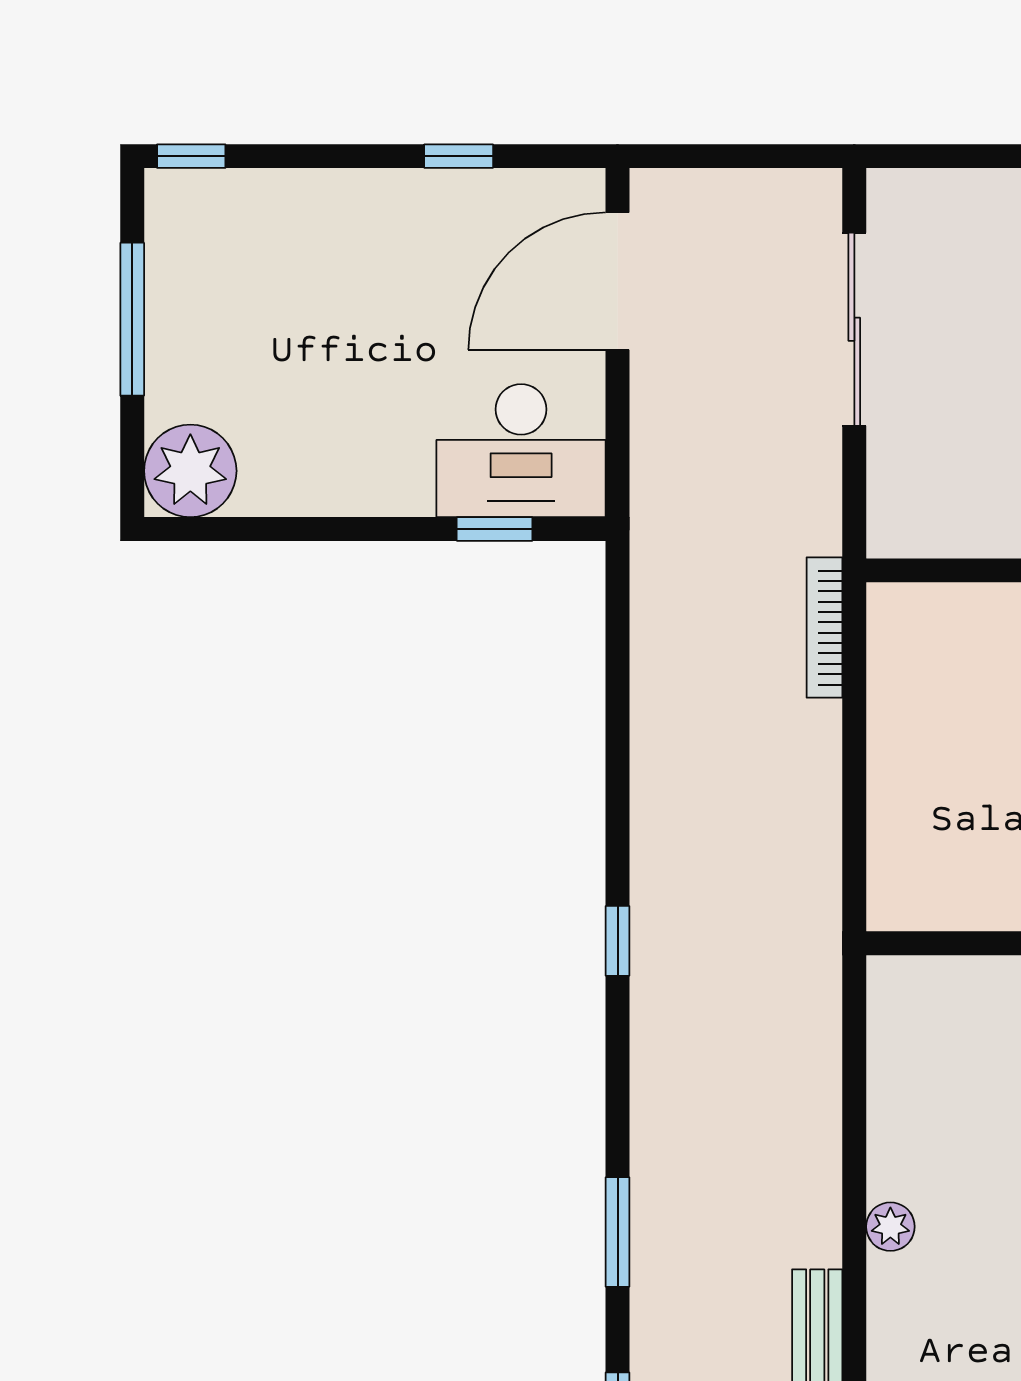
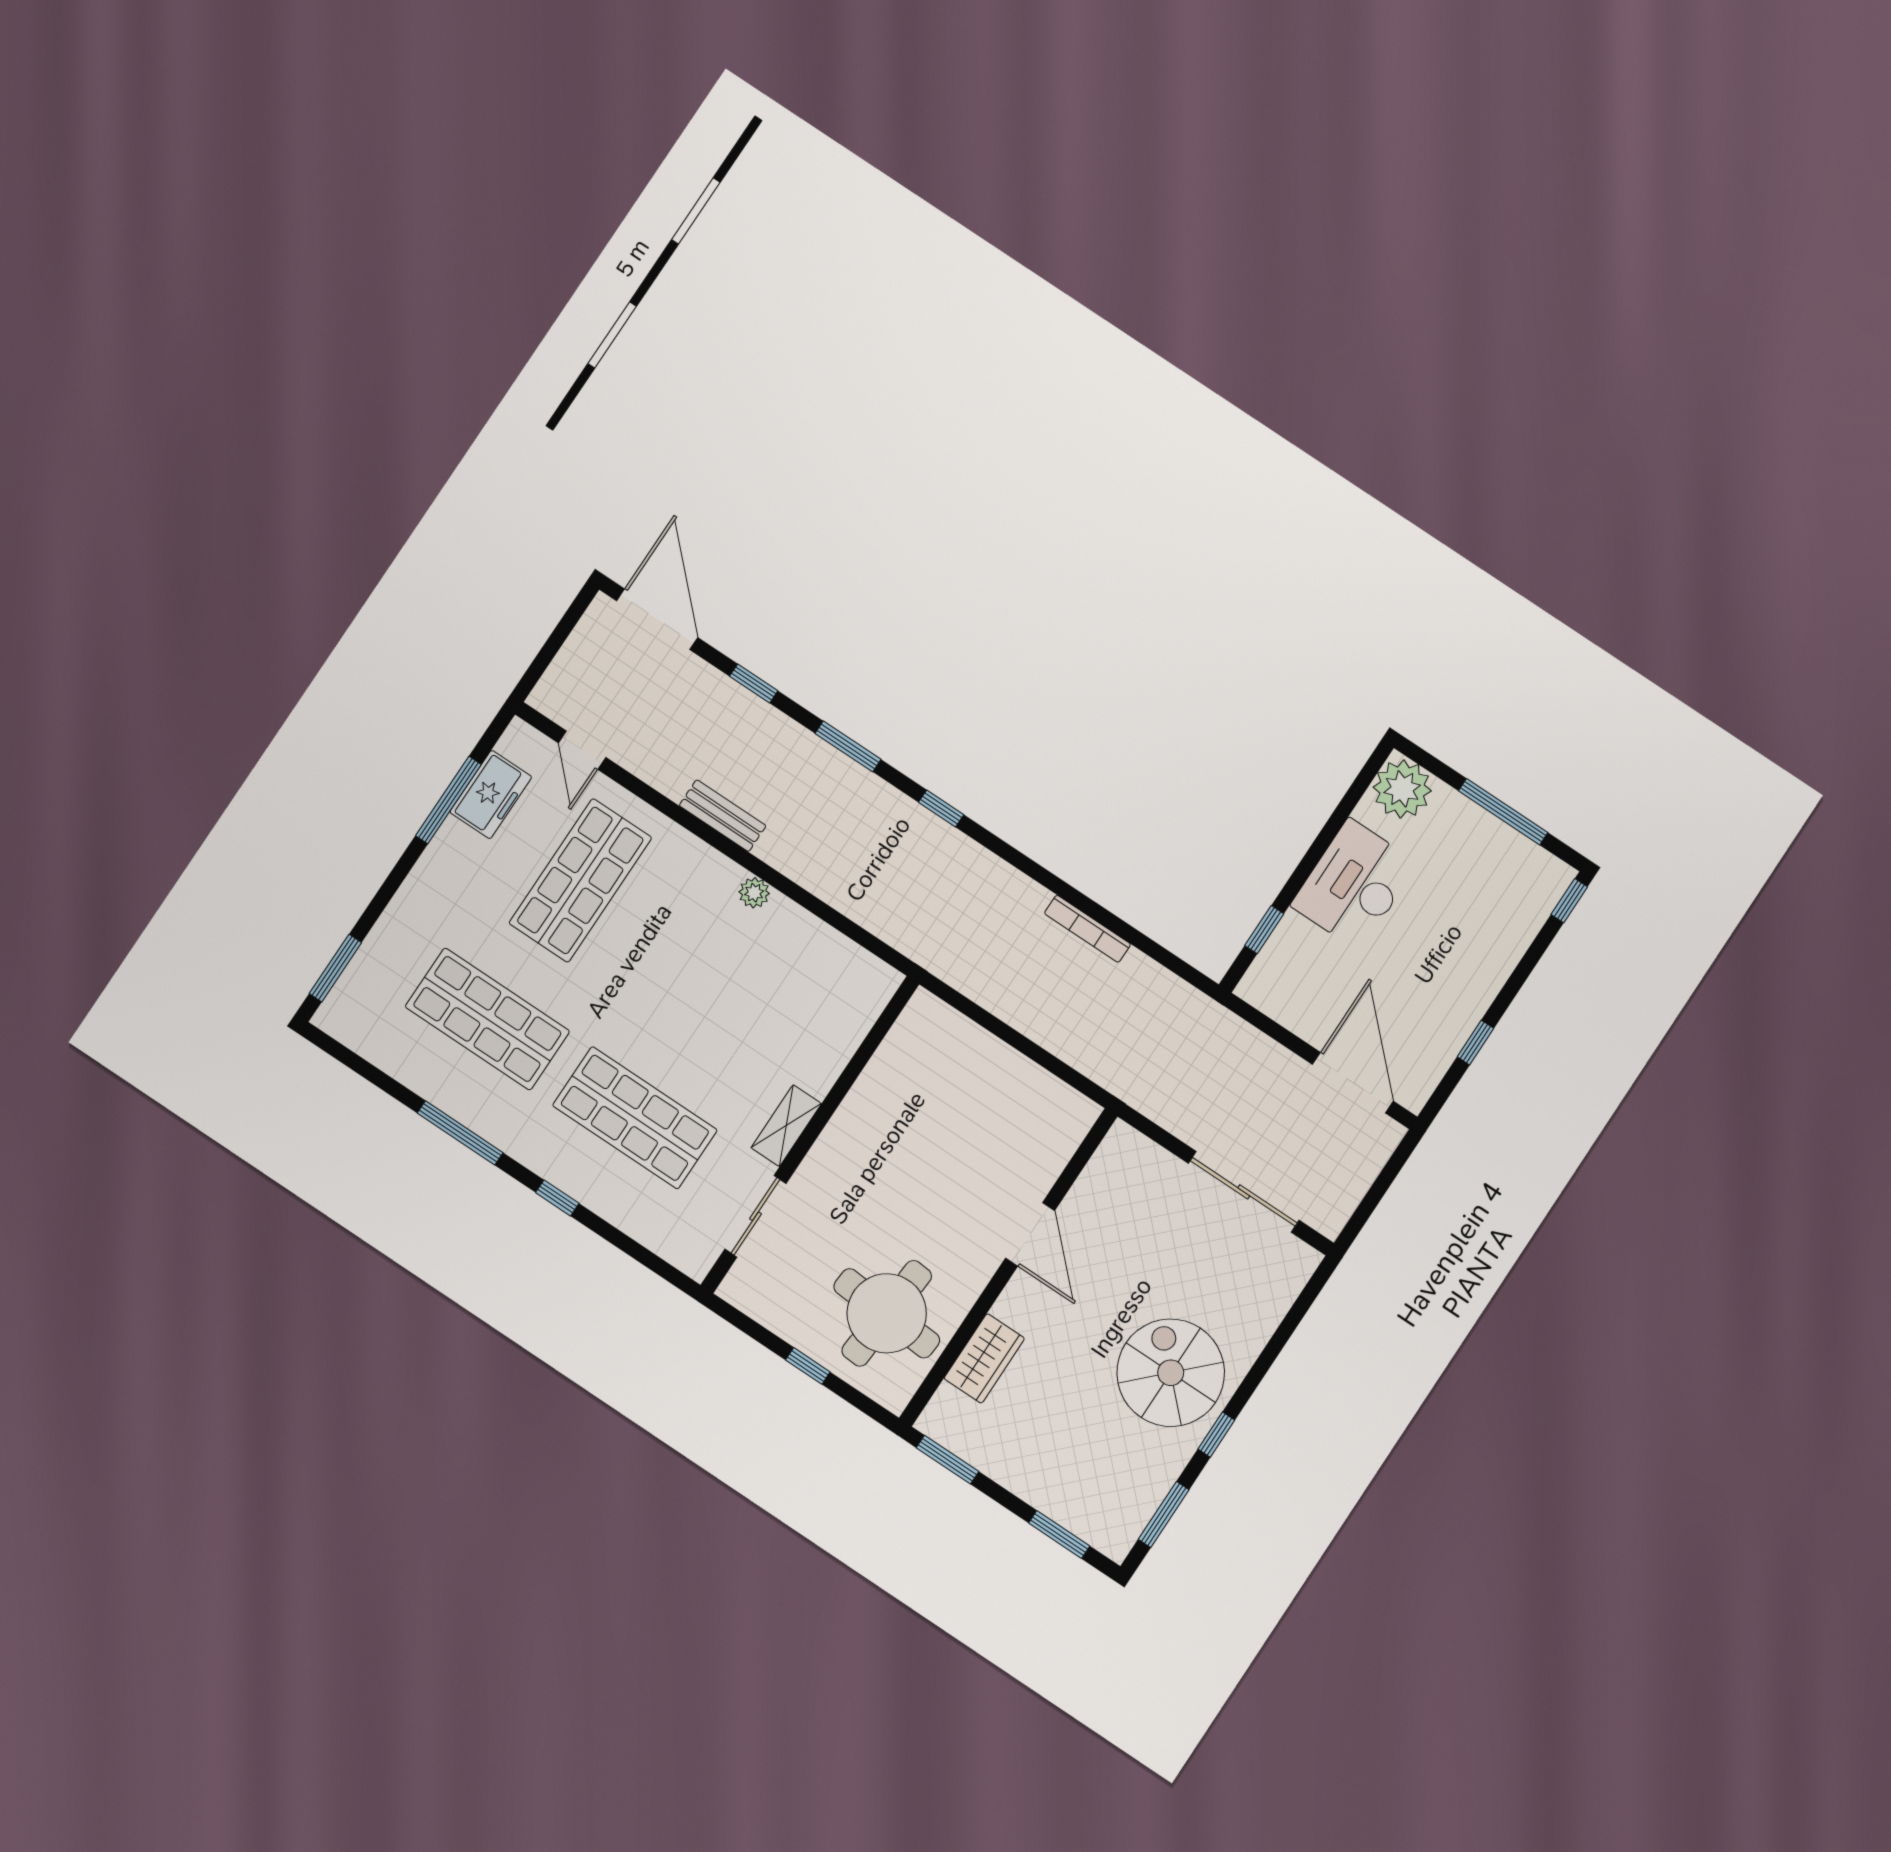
desk: (521, 451) -> (1354, 884), moved
bookcase: (824, 628) -> (1087, 929), moved, turned 180
window: (618, 941) -> (941, 808), moved

